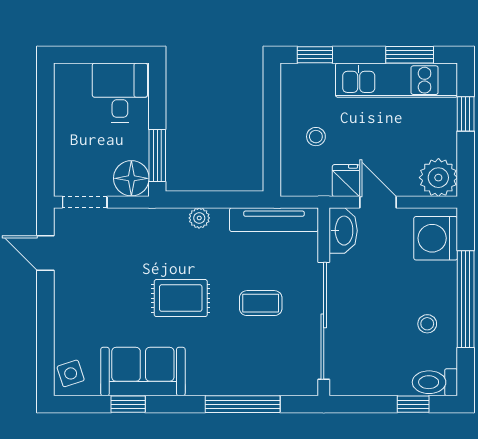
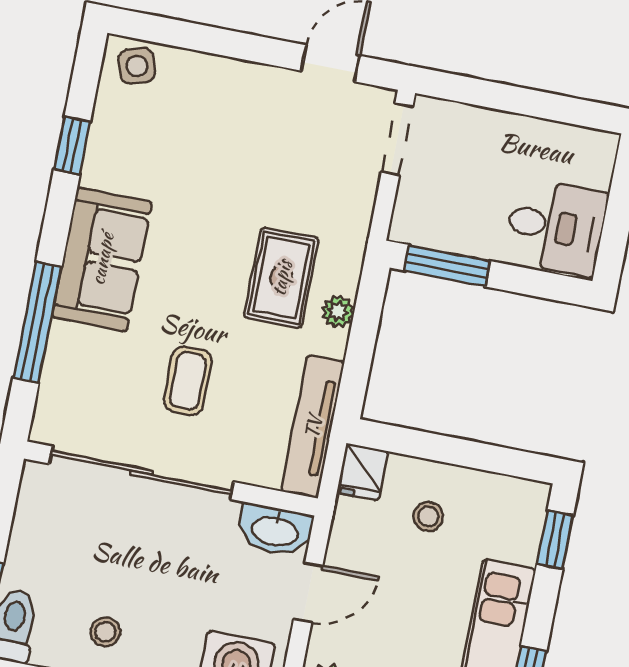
floor lamp: (131, 178) -> (420, 219), removed
fridge: (346, 181) -> (362, 472), moved, turned 90
rug: (181, 298) -> (281, 278), moved
sofa: (143, 372) -> (102, 259), moved

